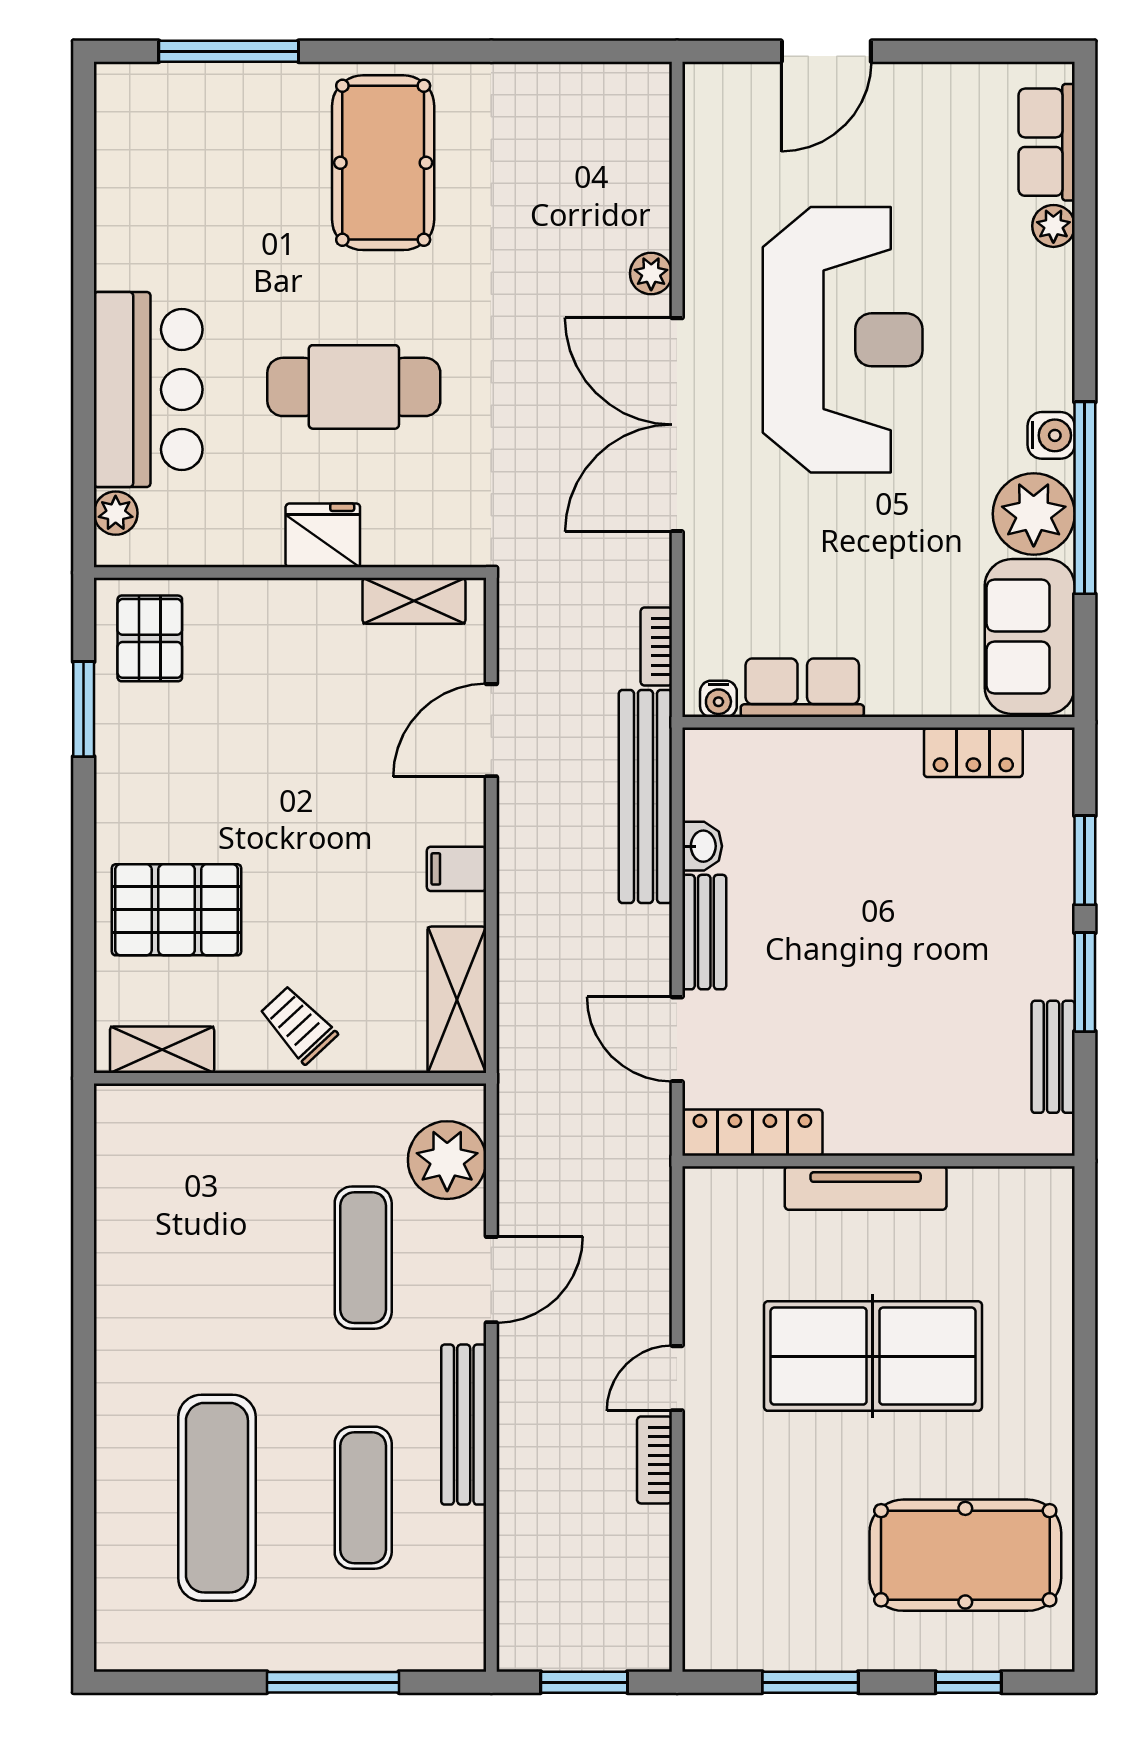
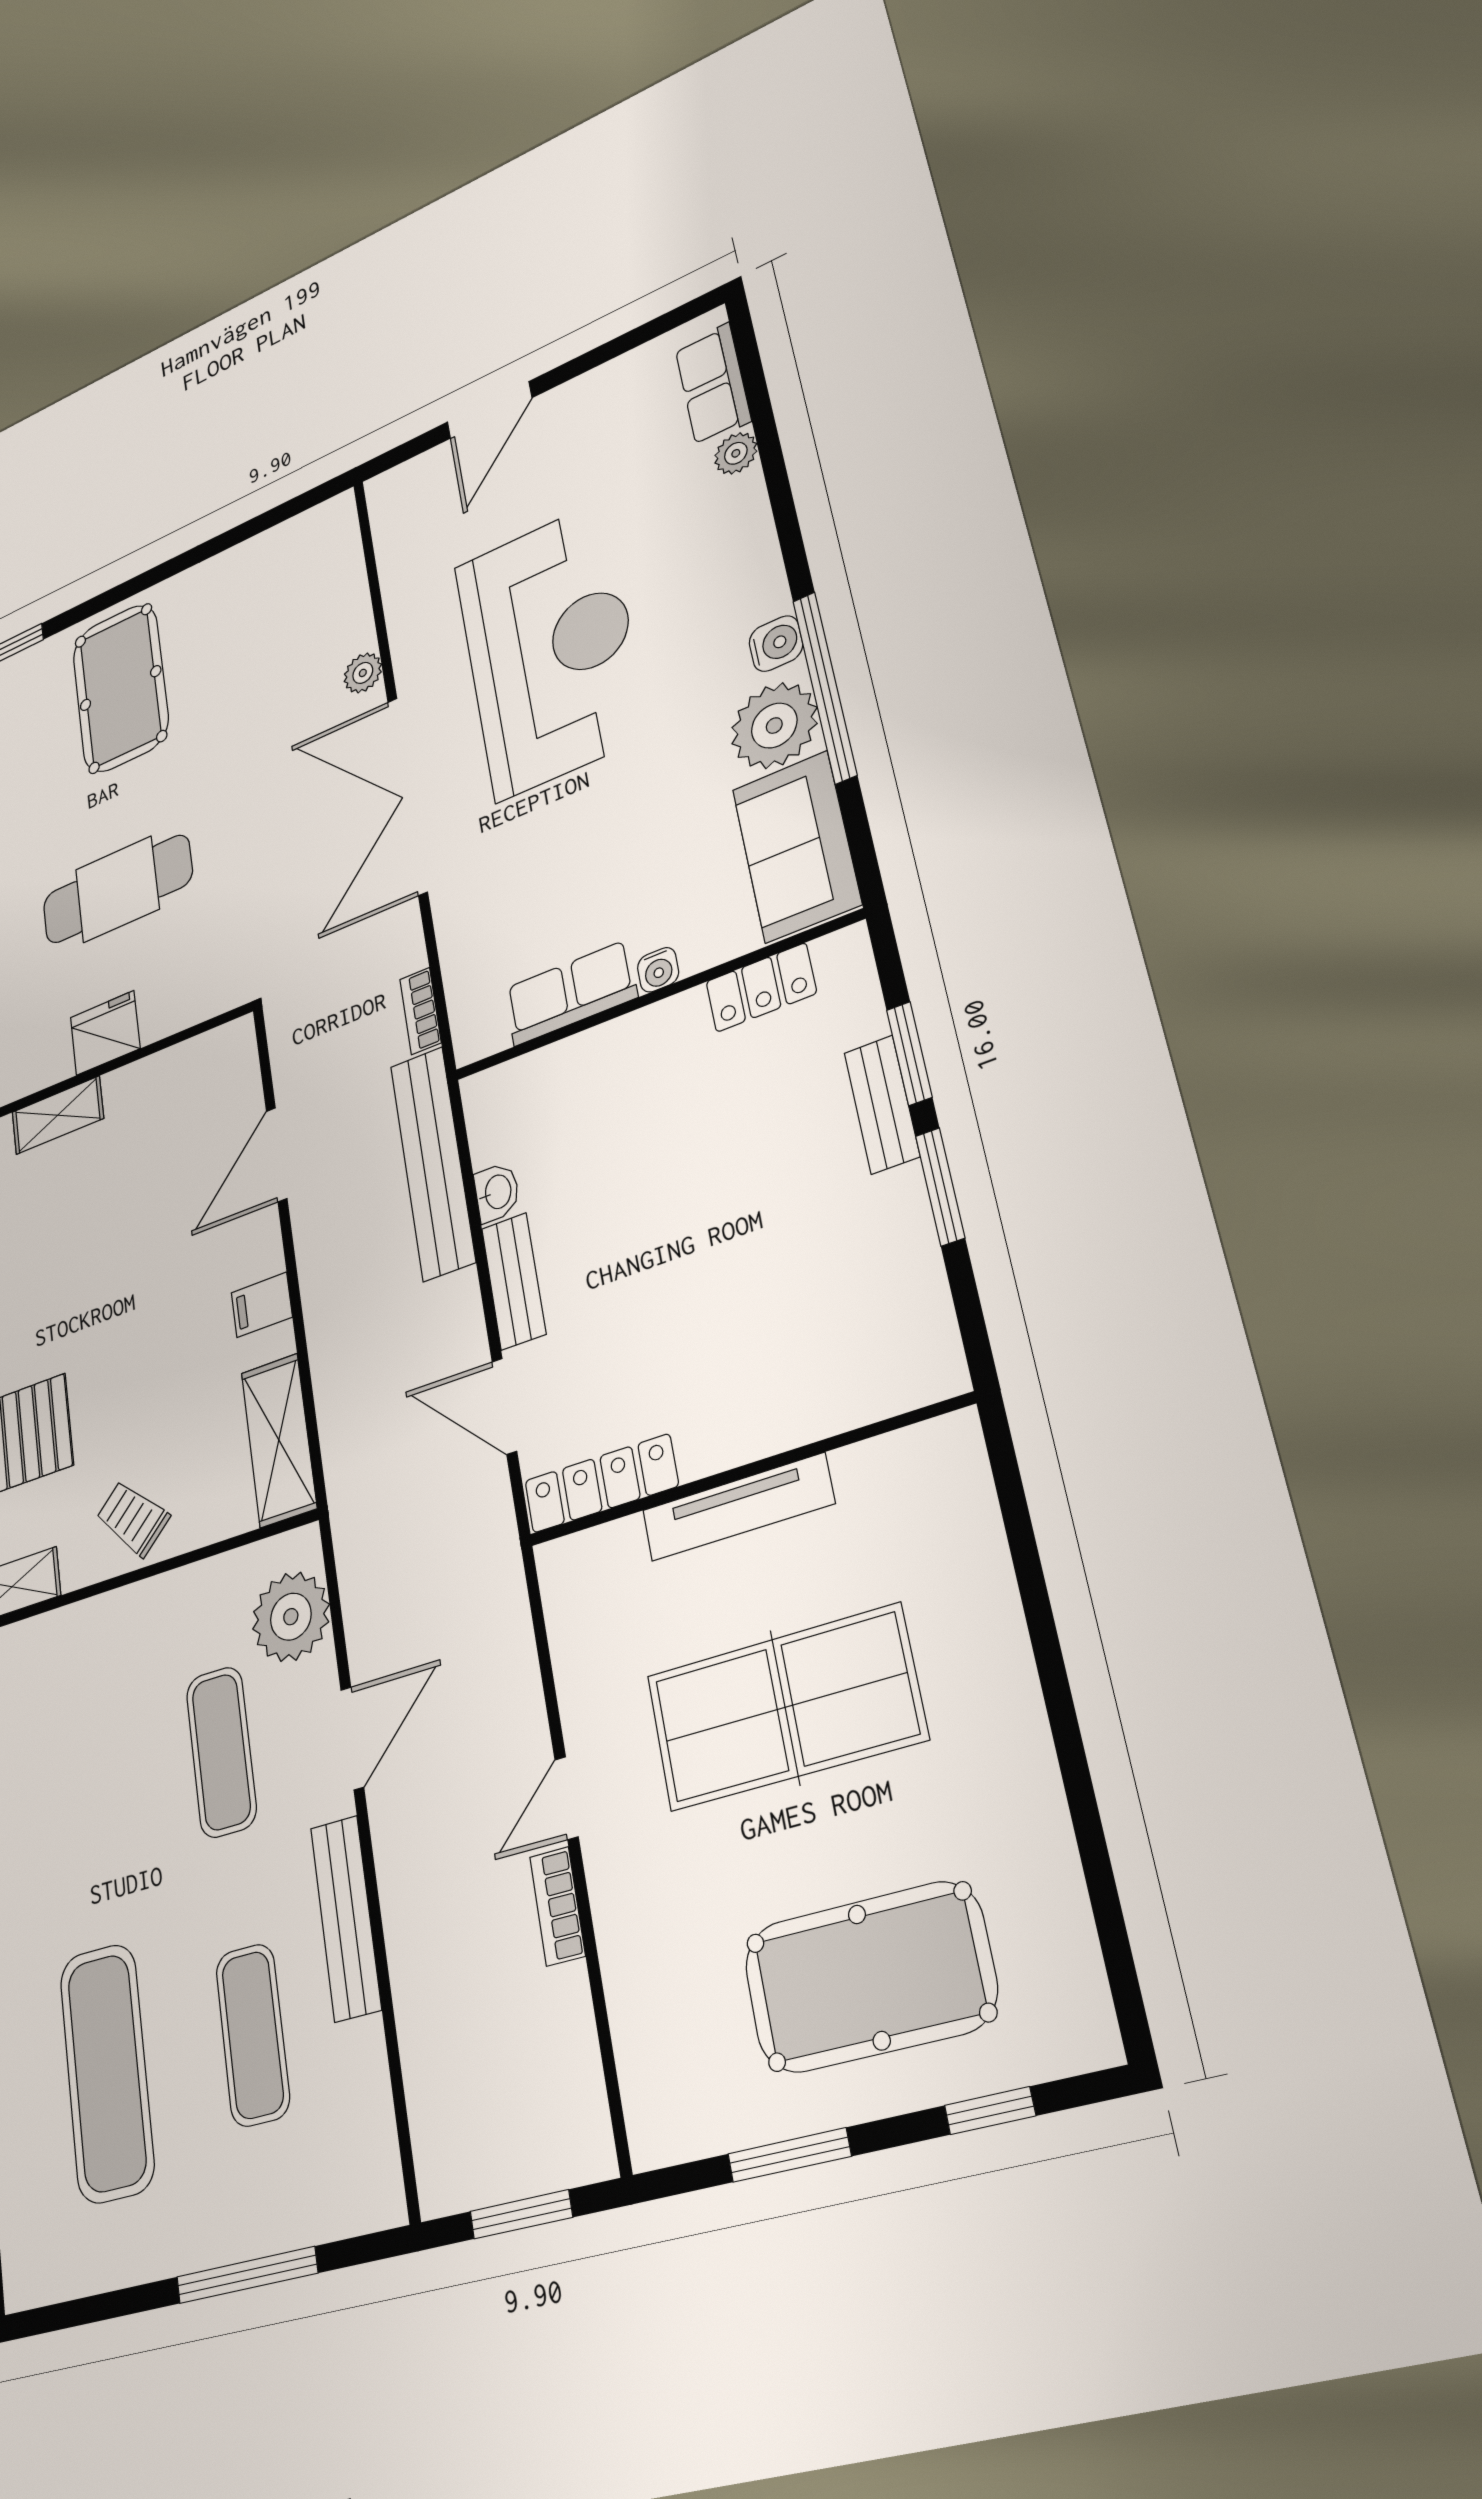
shelving: (414, 601) -> (58, 1115), moved
water cooler: (718, 699) -> (658, 970), moved
bench: (1053, 1057) -> (882, 1104), moved
pool table: (965, 1555) -> (869, 1977), moved

